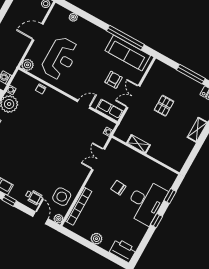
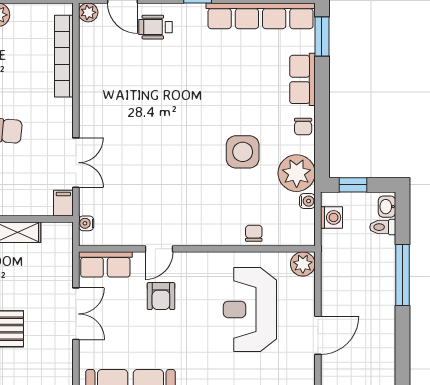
armchair: (114, 80) -> (161, 296), moved
filing cabinet: (113, 145) -> (63, 203), added
side table: (62, 197) -> (243, 152), moved

